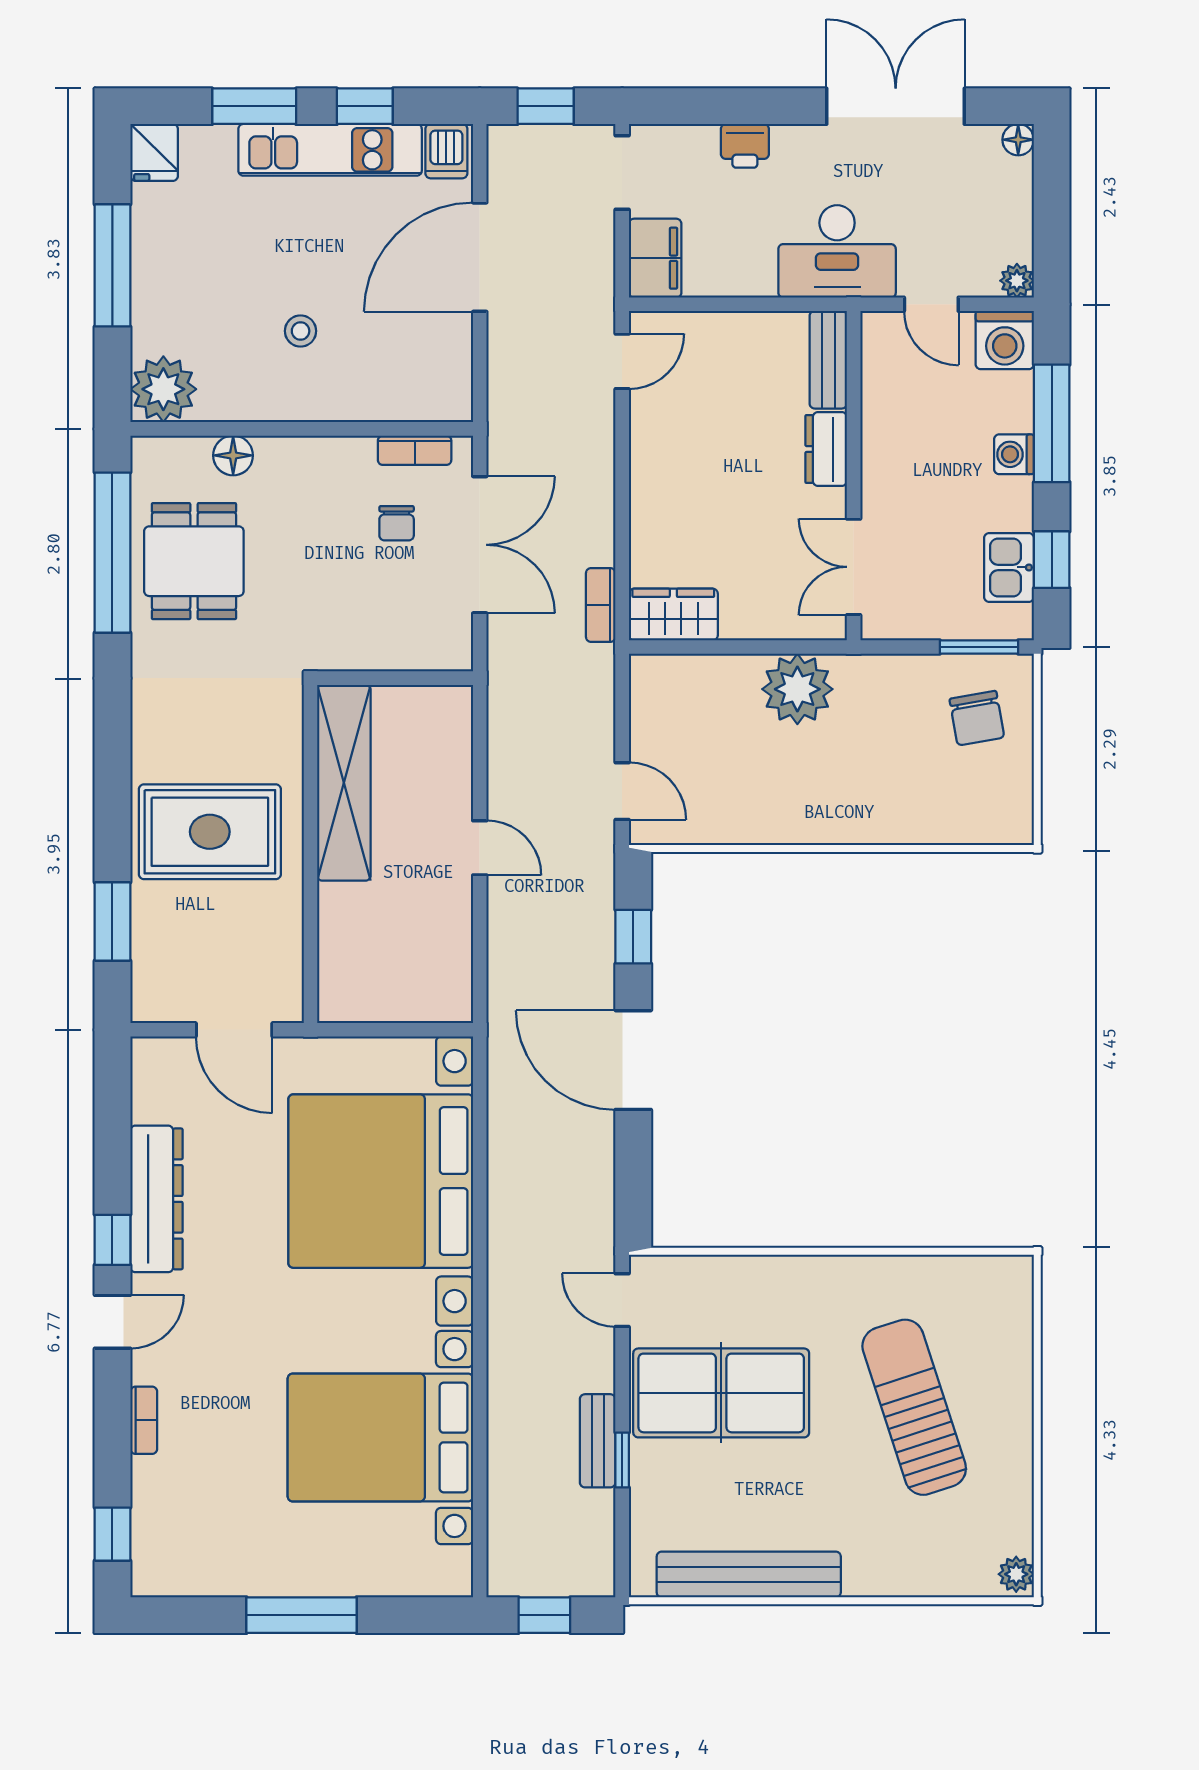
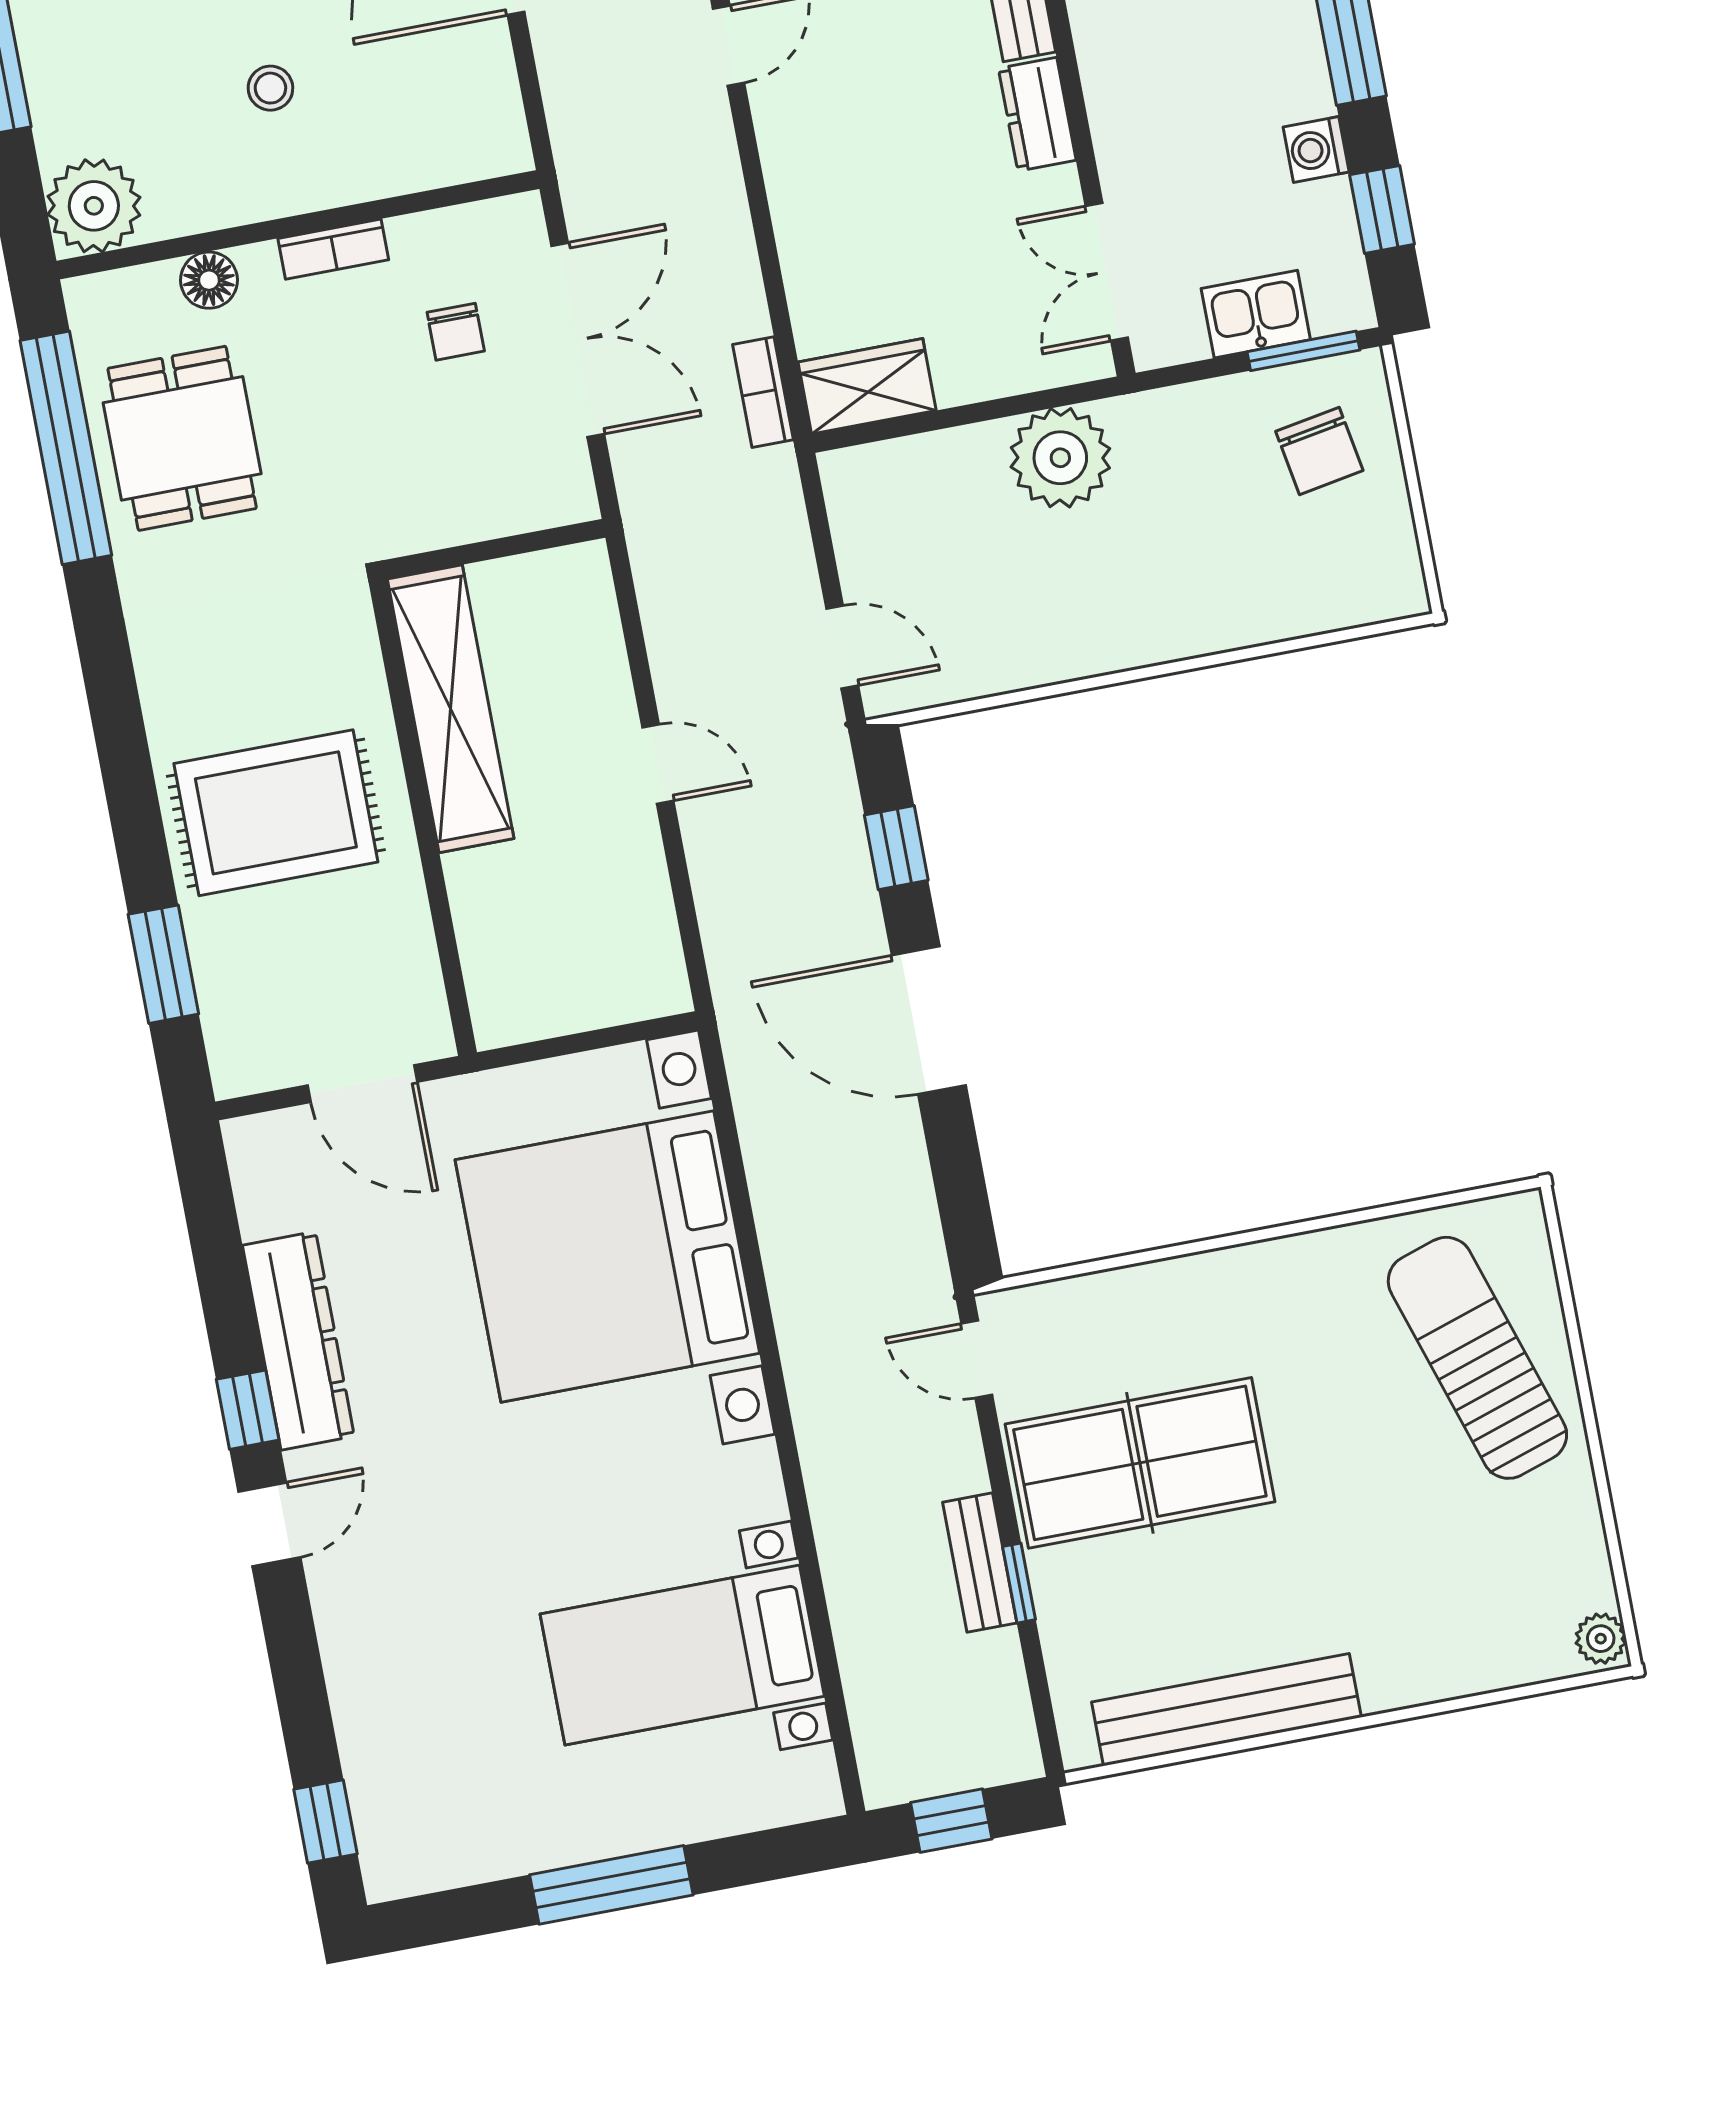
bookcase: (415, 450) -> (333, 249), moved
washing machine: (1014, 454) -> (1316, 150), moved
kitchen sink: (1009, 567) -> (1256, 314), moved, turned 90
sun lounger: (914, 1407) -> (1477, 1358), moved
bookcase: (144, 1420) -> (339, 1654), removed
bed with nightstands: (380, 1438) -> (682, 1655), width x0.73

